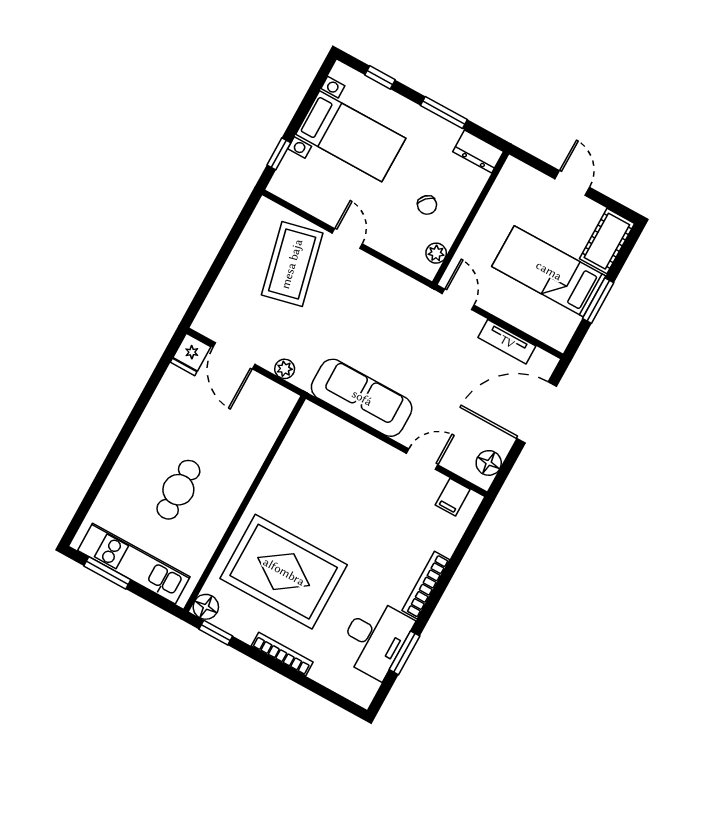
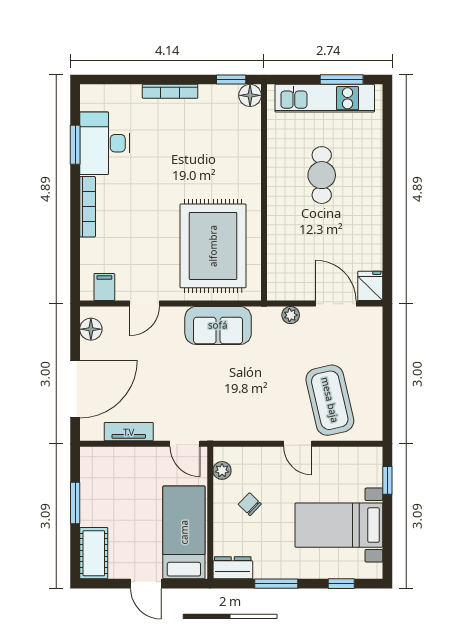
bed: (549, 271) -> (184, 532), moved, turned -90
sofa: (362, 398) -> (218, 325), width x0.73
rug: (284, 572) -> (213, 246), moved, turned 90

